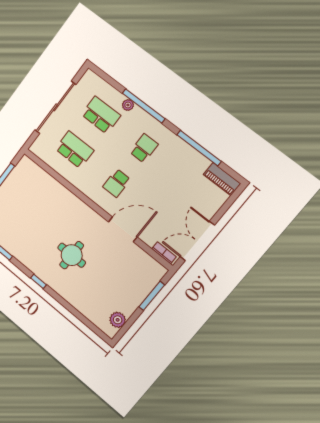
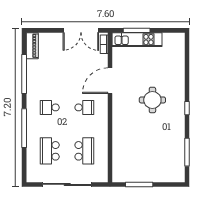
plant: (128, 105) -> (31, 138), removed
school desk: (74, 150) -> (84, 151), turned 180
door: (123, 229) -> (110, 81), hinge flipped
kitchen unit: (142, 289) -> (137, 40), added
plant: (118, 320) -> (169, 39), removed

